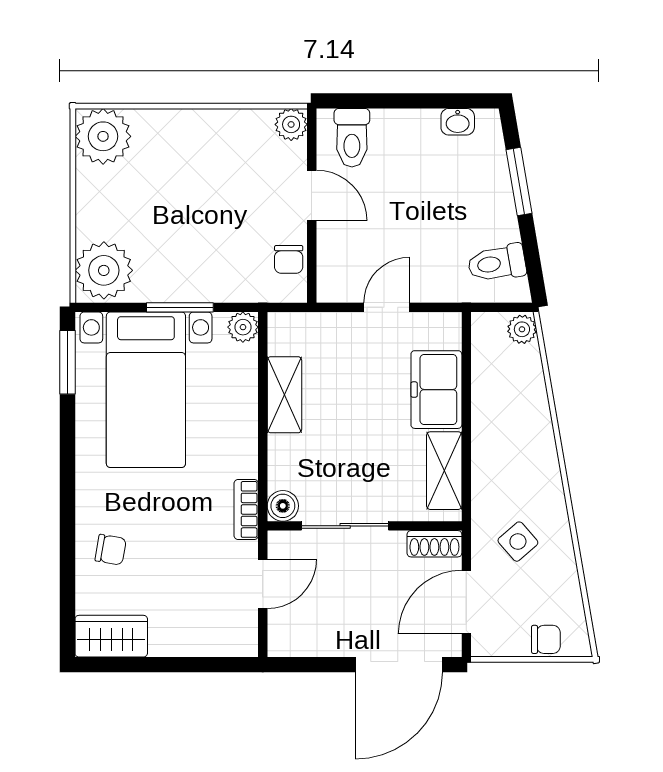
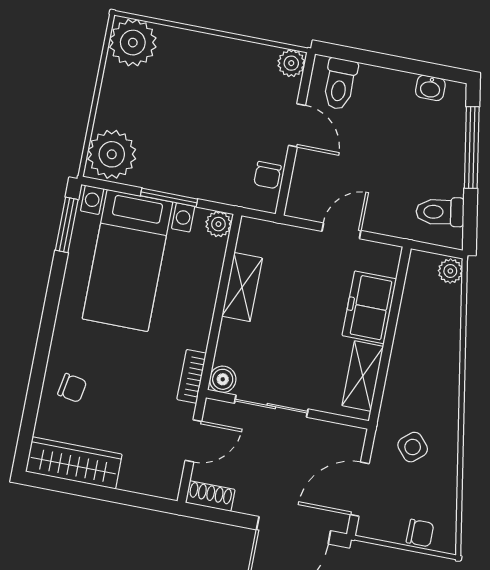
window: (519, 181) -> (472, 147), width x1.44
shoe rack: (434, 544) -> (210, 496), moved, turned 180
wardrobe: (111, 636) -> (74, 463), width x1.50

